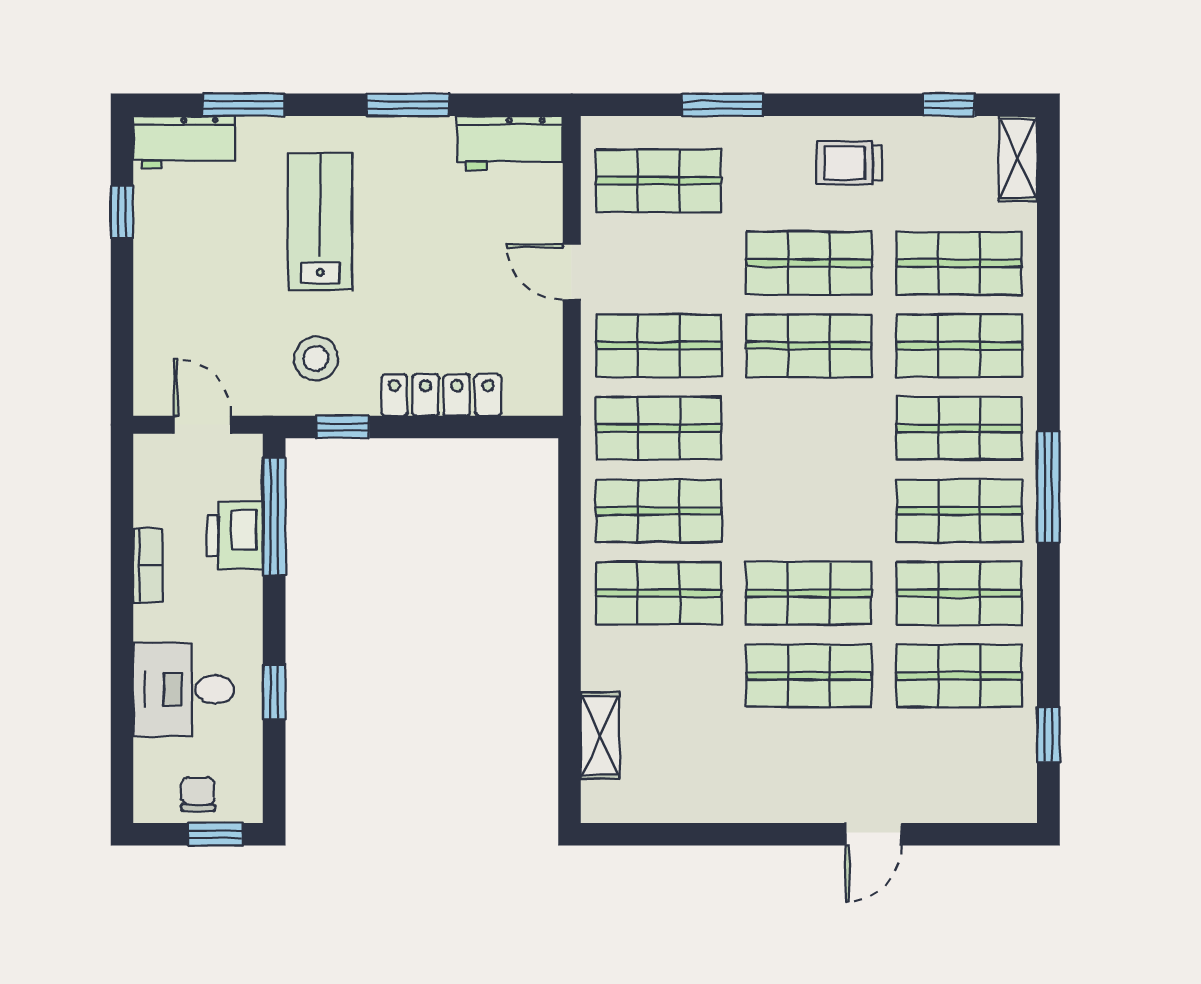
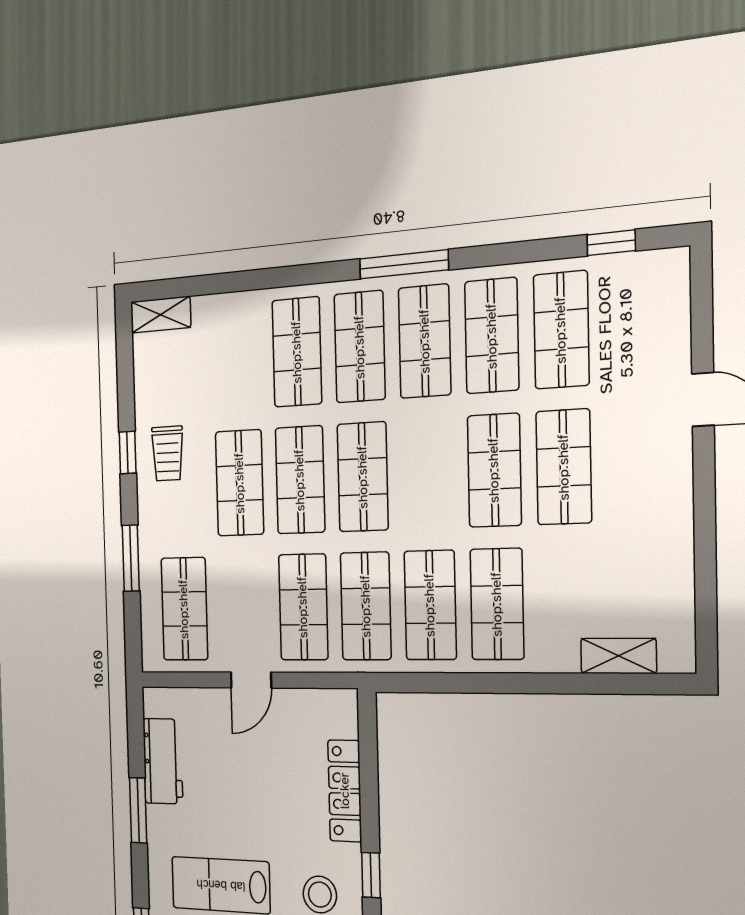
window: (949, 105) -> (128, 453), moved
workbench: (510, 143) -> (163, 761), moved
shop shelf: (959, 263) -> (363, 477), moved

